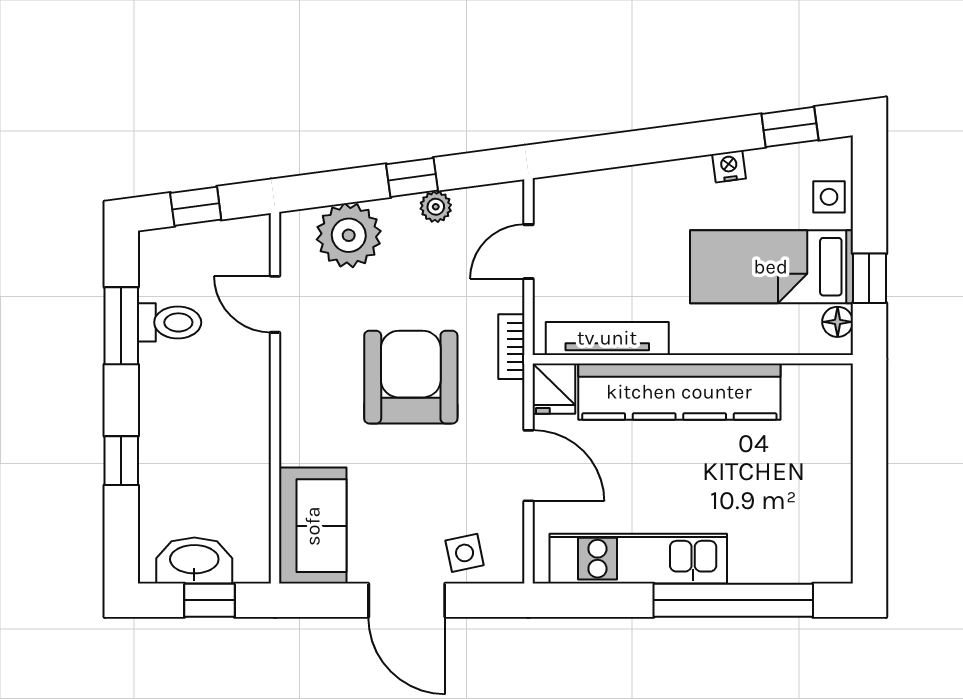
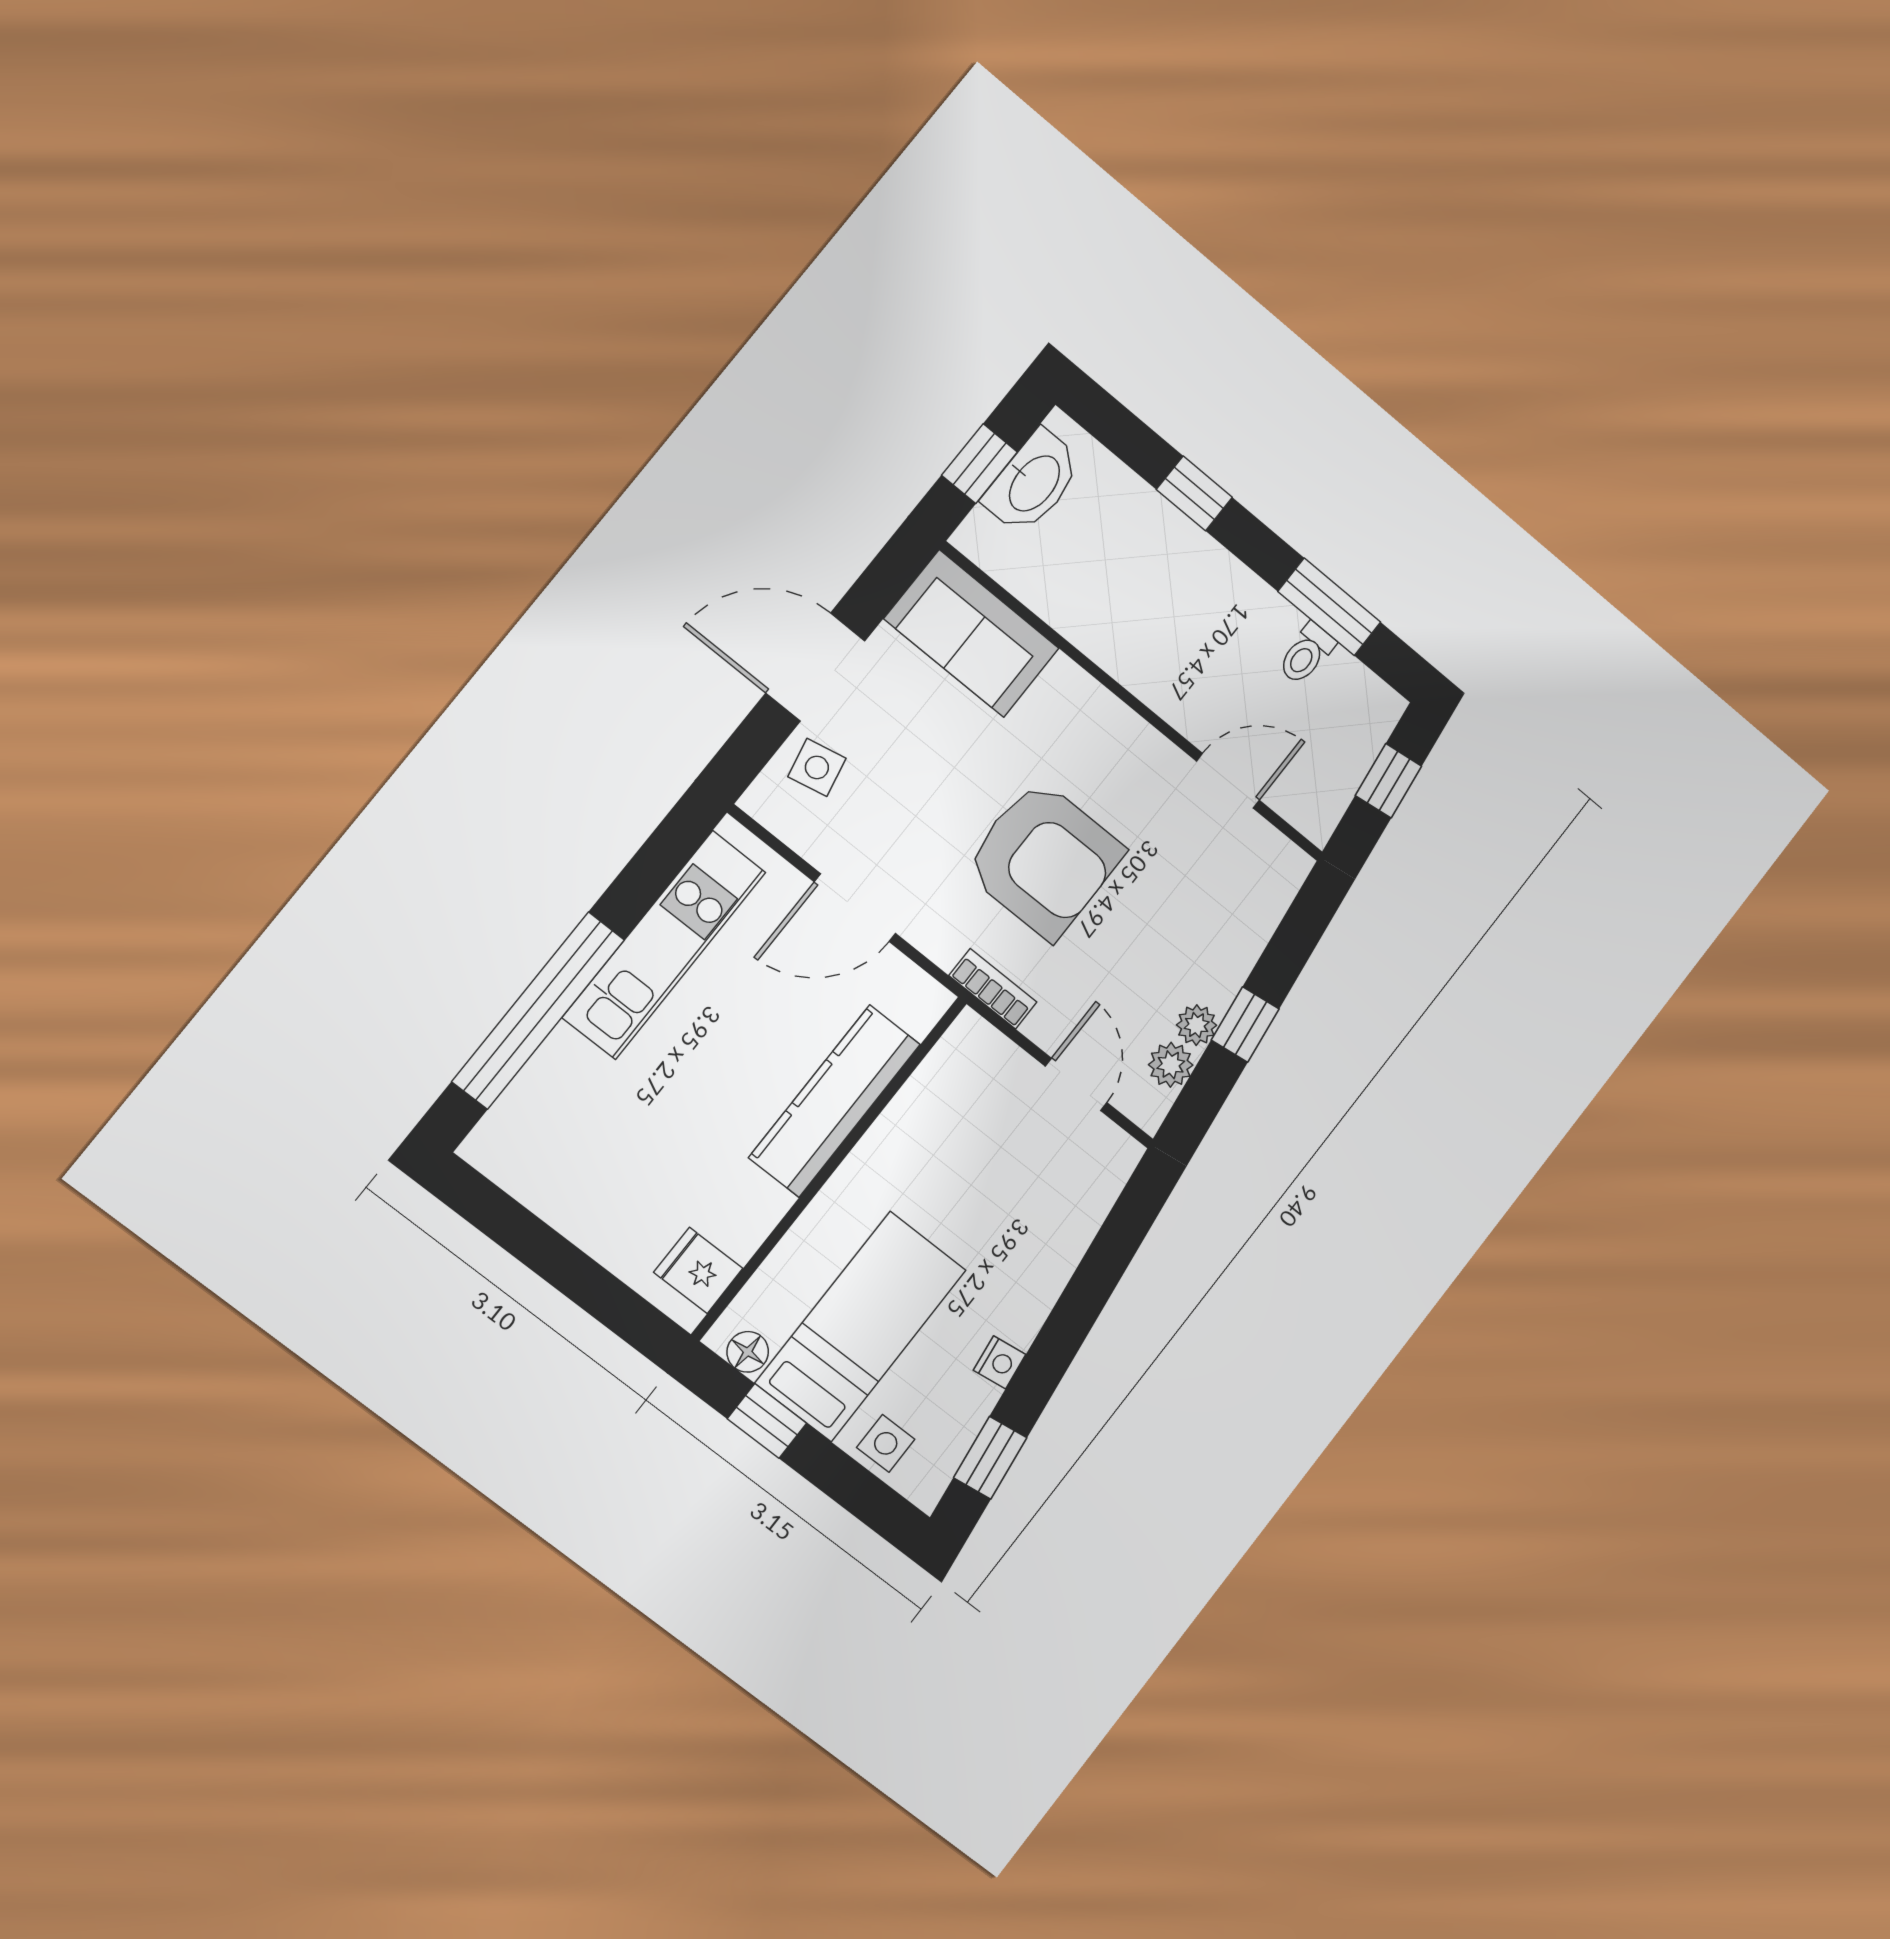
plant: (349, 235) -> (1171, 1065), moved, width x0.53, depth x0.53
toilet: (169, 322) -> (1306, 654), width x0.73, depth x0.72
tv unit: (607, 338) -> (922, 1095), removed
fridge: (554, 389) -> (698, 1270), moved
kitchen counter: (679, 392) -> (835, 1101), width x0.72, depth x0.86

